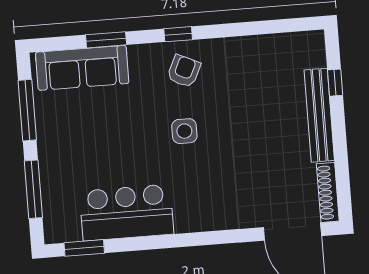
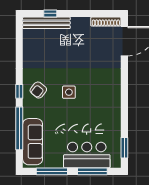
window: (106, 40) -> (19, 128), width x2.11
armchair: (184, 71) -> (38, 90), turned -76
bench: (319, 115) -> (46, 23), moved
bar counter: (127, 213) -> (87, 155), moved, turned 90

